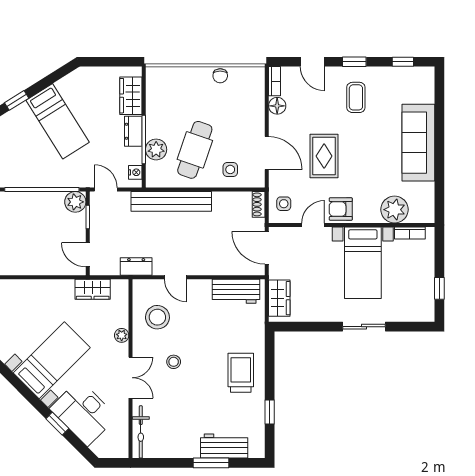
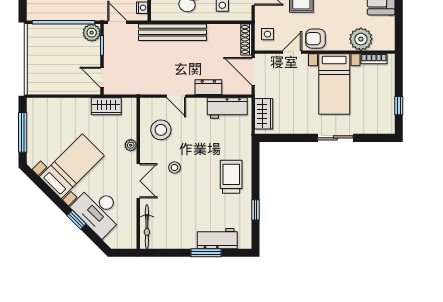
shoe rack: (259, 204) -> (246, 39), width x1.43
dresser: (136, 267) -> (208, 87), moved

